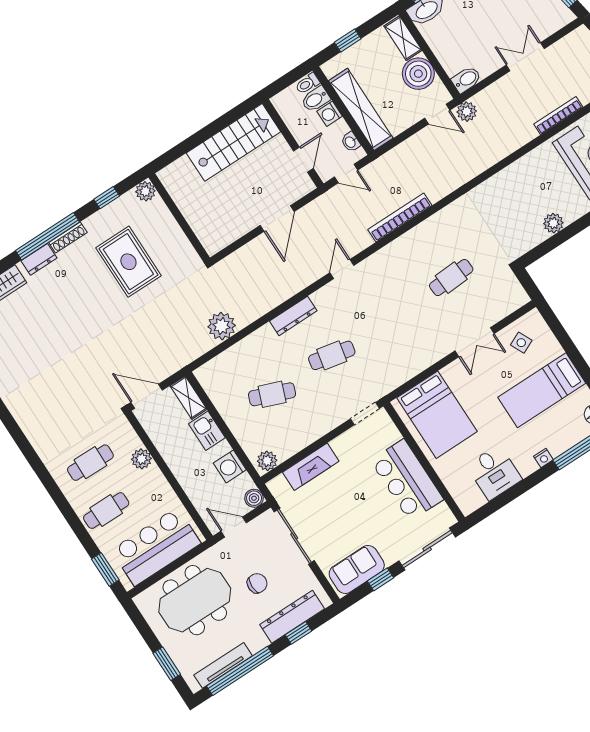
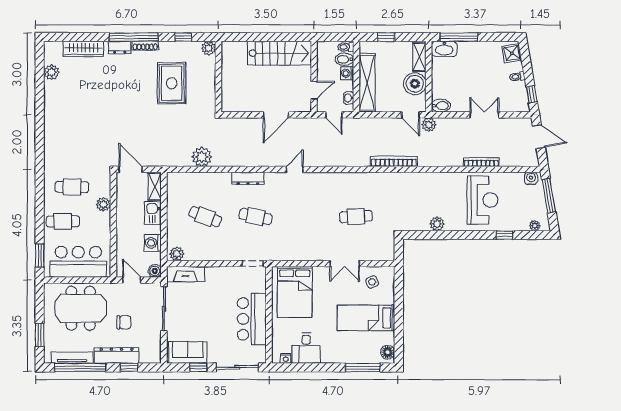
bookcase: (400, 217) -> (394, 161), moved
nightstand: (543, 458) -> (286, 358), moved
fireplace: (311, 467) -> (185, 274), moved
dresser: (292, 617) -> (116, 355), moved

